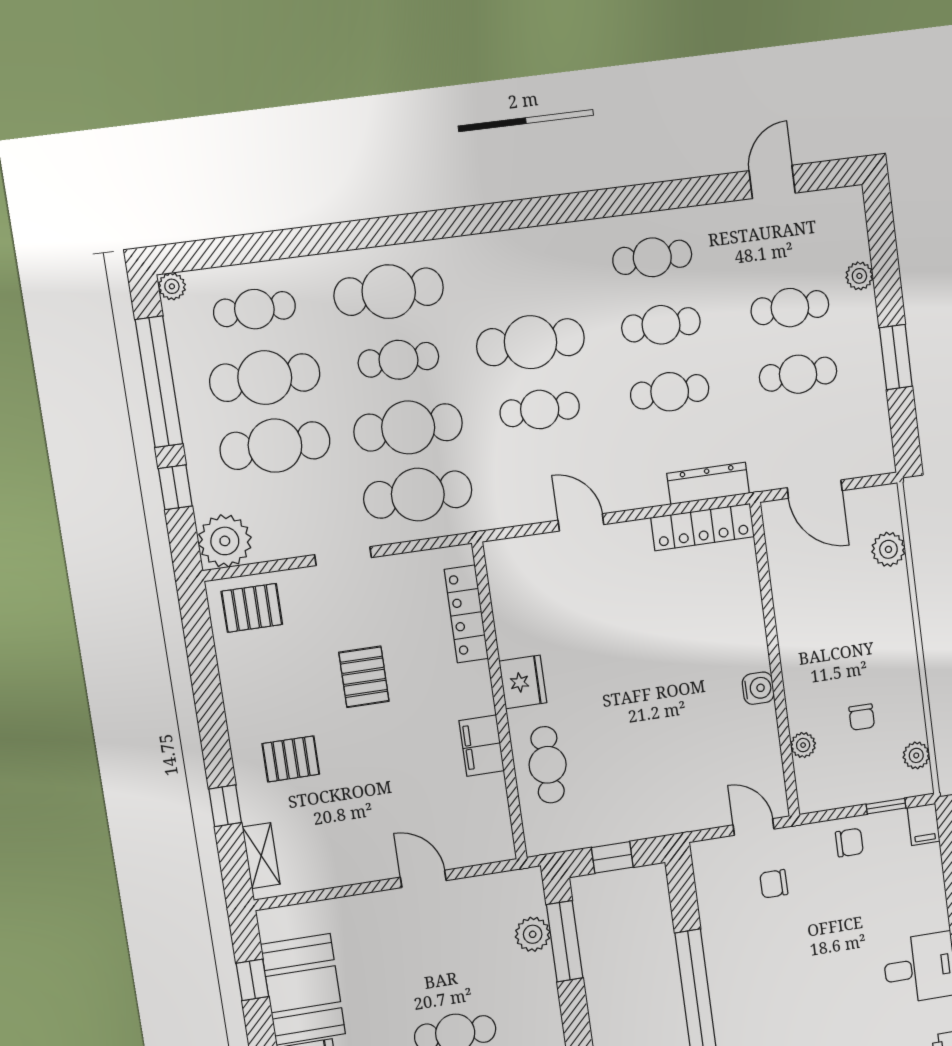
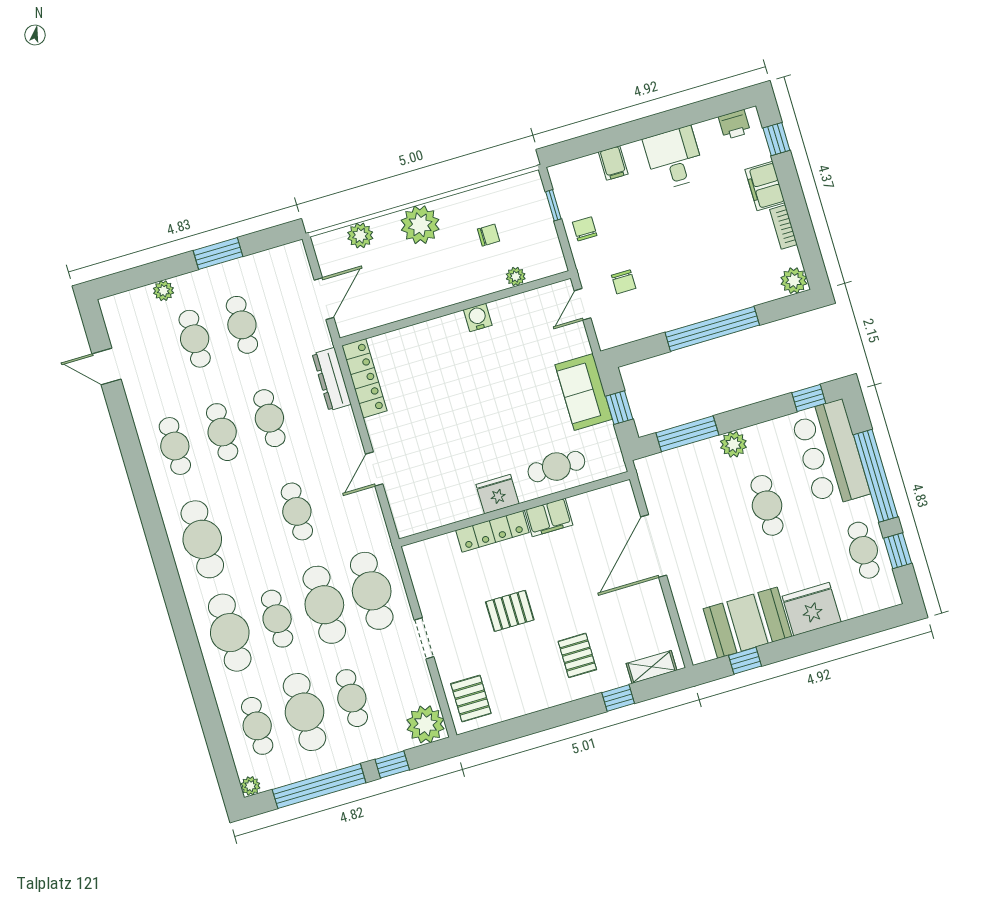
cafe table: (531, 342) -> (202, 539), moved
cafe table: (275, 446) -> (352, 698), width x0.73, depth x0.74
locker: (466, 614) -> (492, 531), moved
plant: (916, 755) -> (420, 225), moved, width x1.87, depth x1.87
sofa: (640, 814) -> (584, 392), added
filing cabinet: (924, 824) -> (613, 163), moved, turned 90
door: (423, 879) -> (654, 546), width x1.87
plant: (533, 934) -> (733, 444), moved

